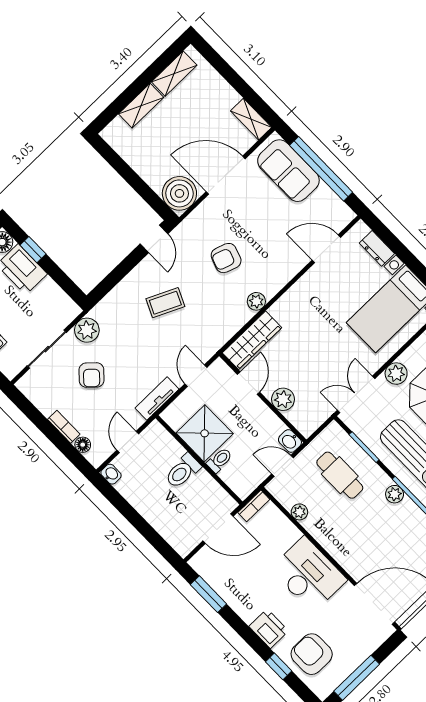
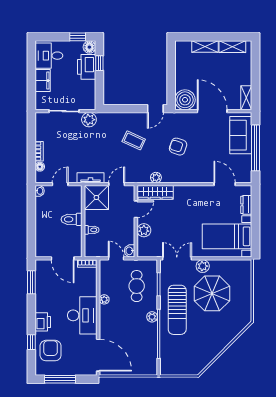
plant: (256, 301) -> (156, 178), moved
armchair: (92, 375) -> (72, 141), removed
shower: (205, 433) -> (96, 197), moved
plant: (299, 512) -> (104, 299), moved

